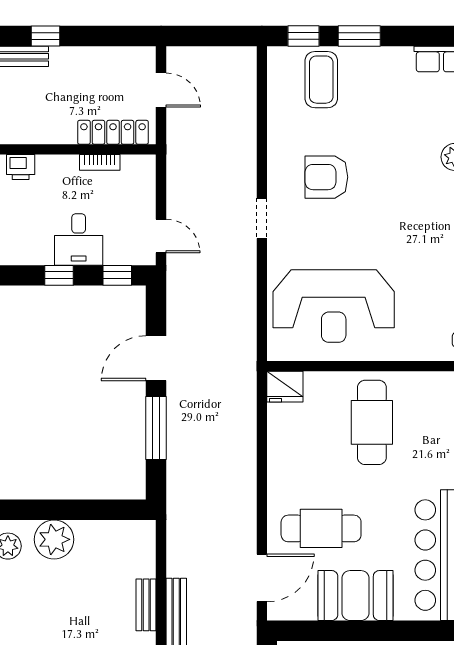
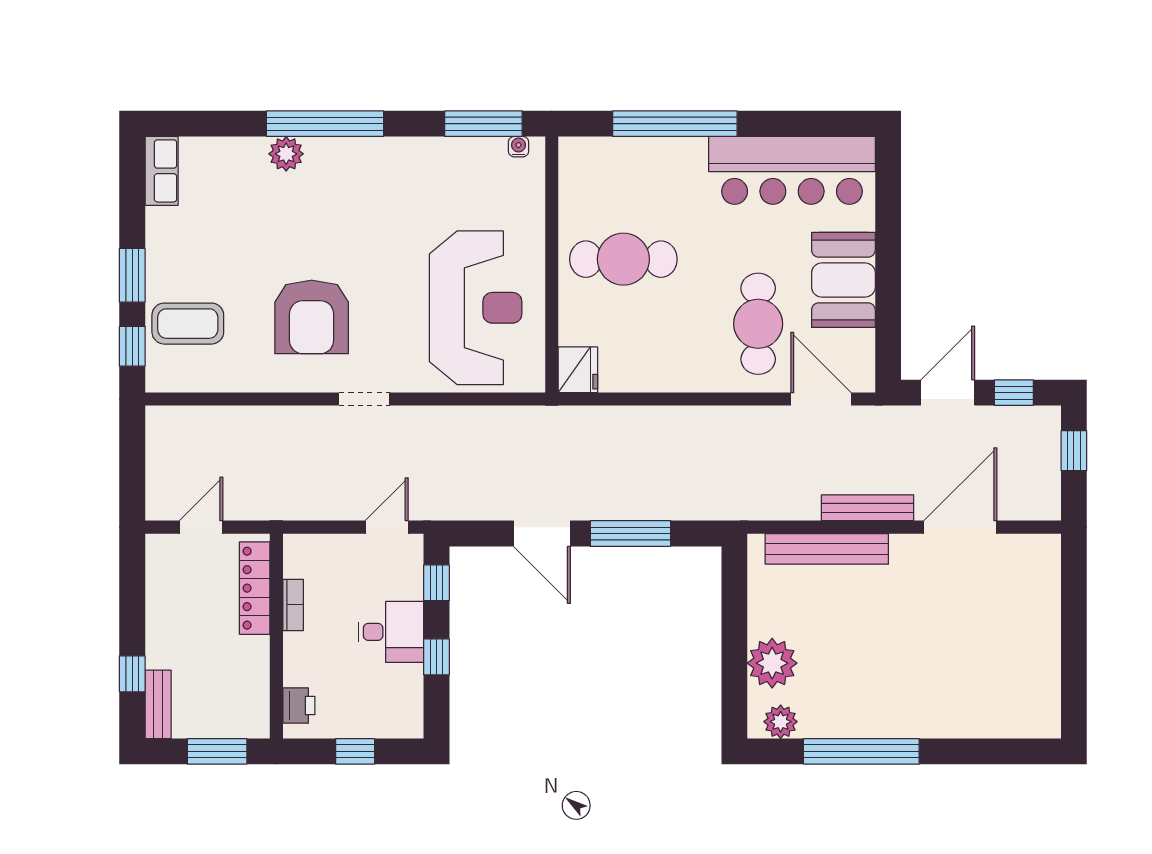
armchair: (326, 177) -> (312, 317), width x1.36, depth x1.36
bench: (146, 605) -> (827, 549), width x1.86, depth x1.21

